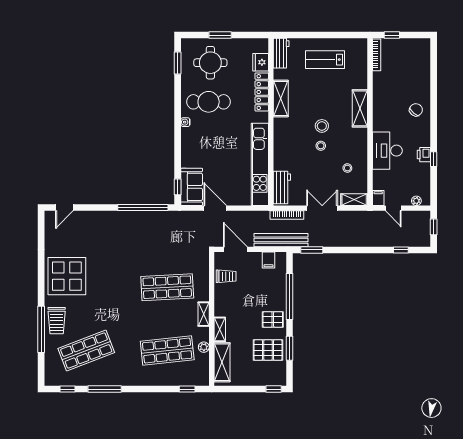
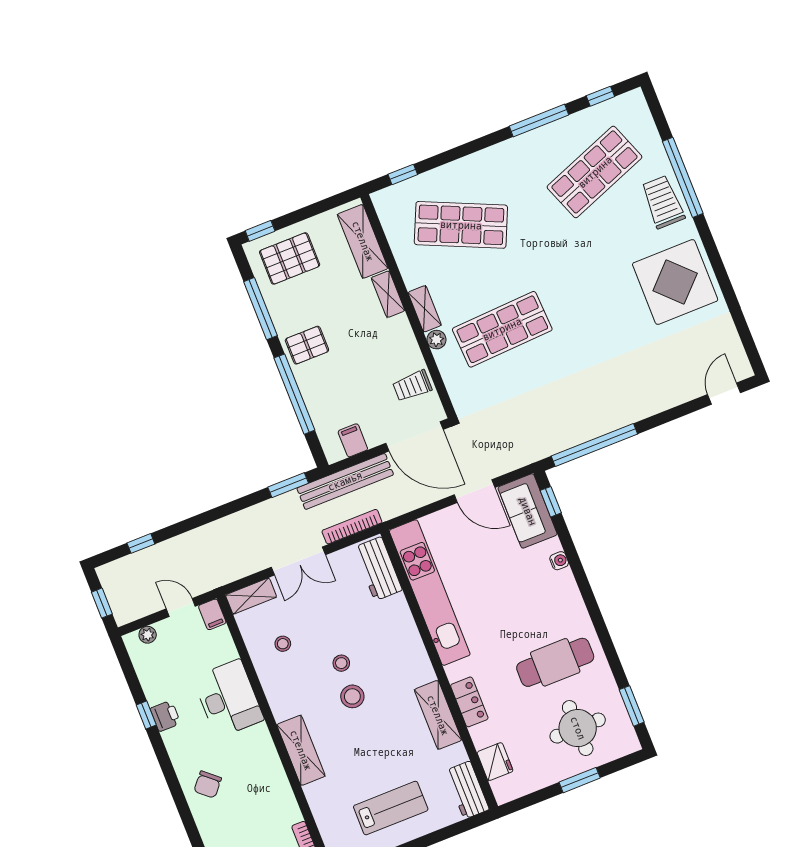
locker: (262, 92) -> (469, 702), width x0.66
water cooler: (185, 122) -> (559, 561), moved
door: (235, 249) -> (415, 436), width x1.36
plant: (204, 347) -> (436, 340), moved
window: (290, 348) -> (260, 309), width x1.44
pallet: (268, 350) -> (290, 258), moved
shop shelf: (167, 351) -> (461, 225), turned 30

